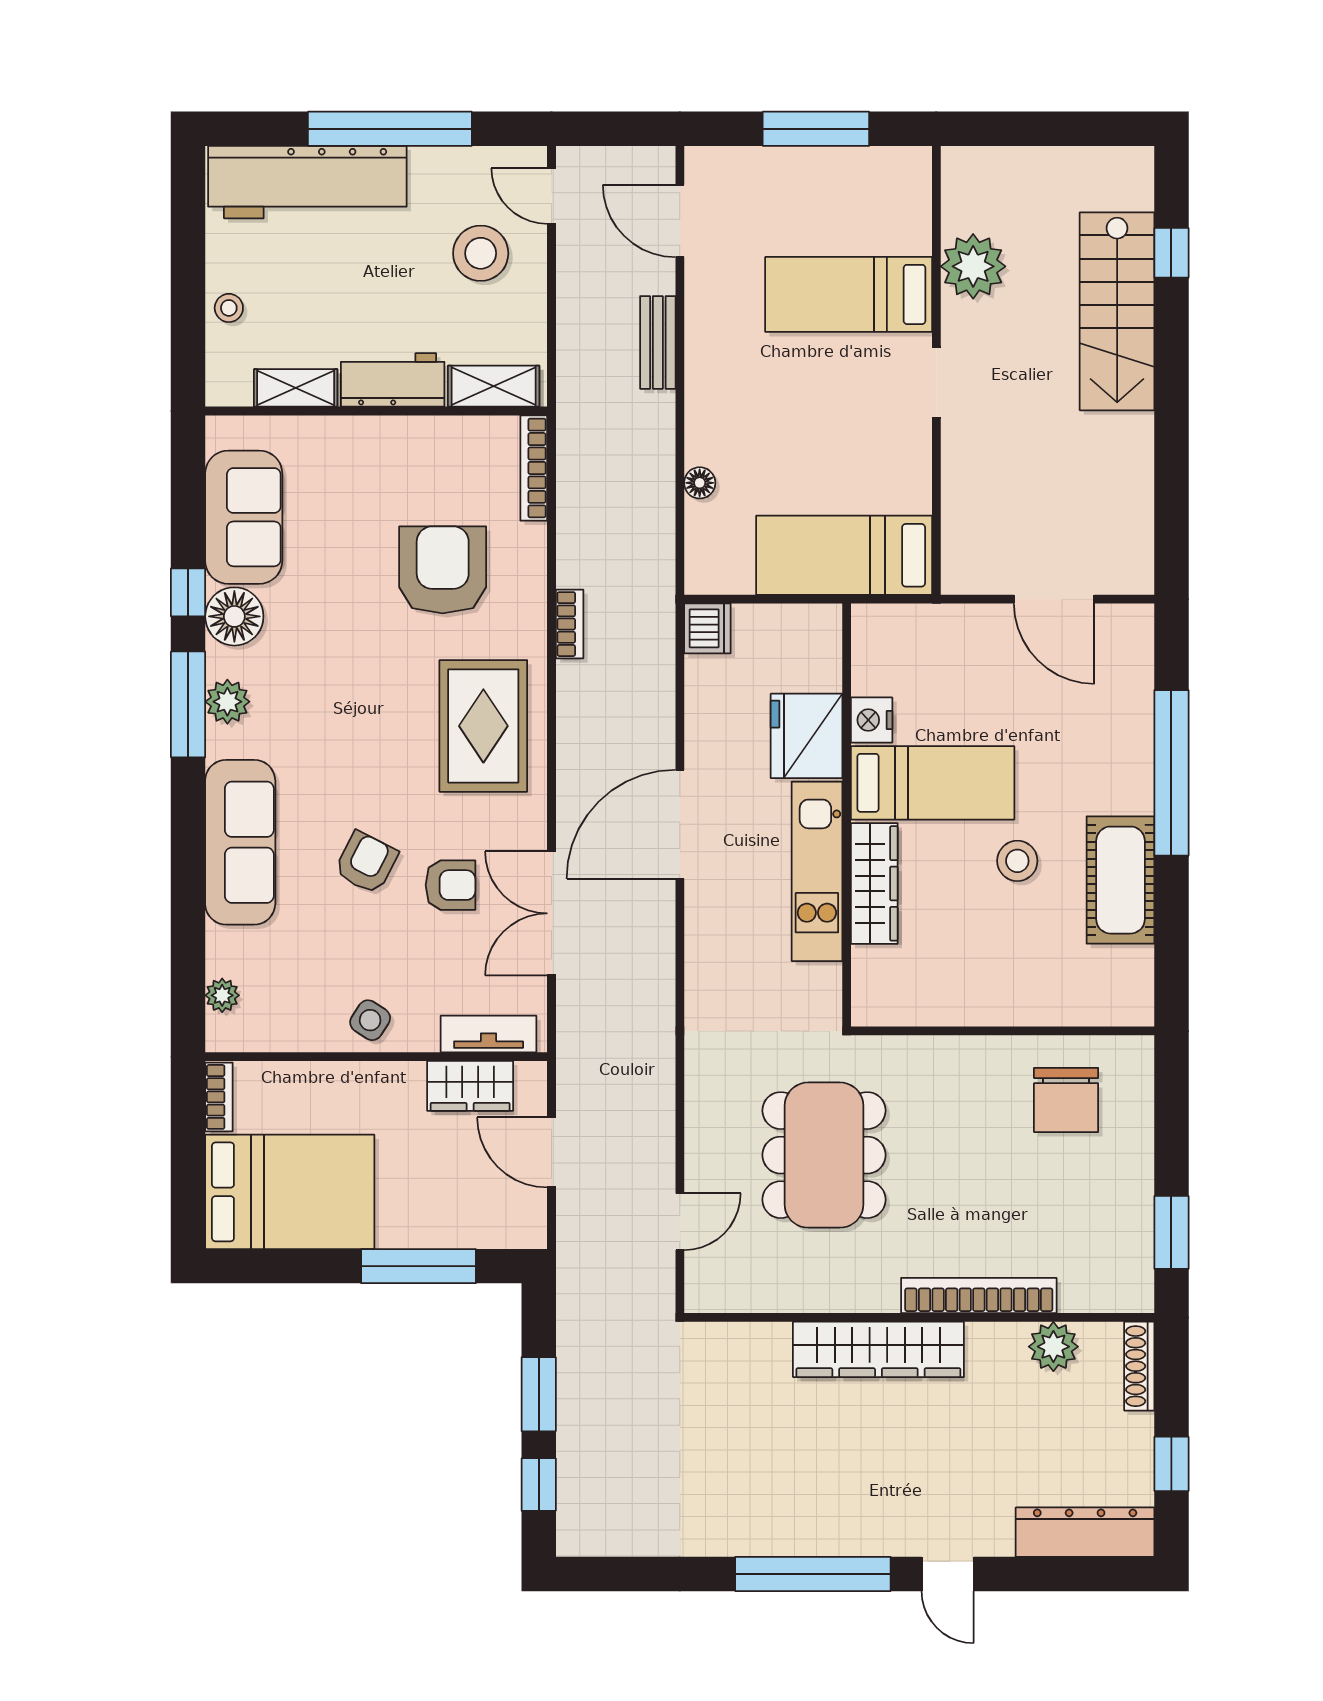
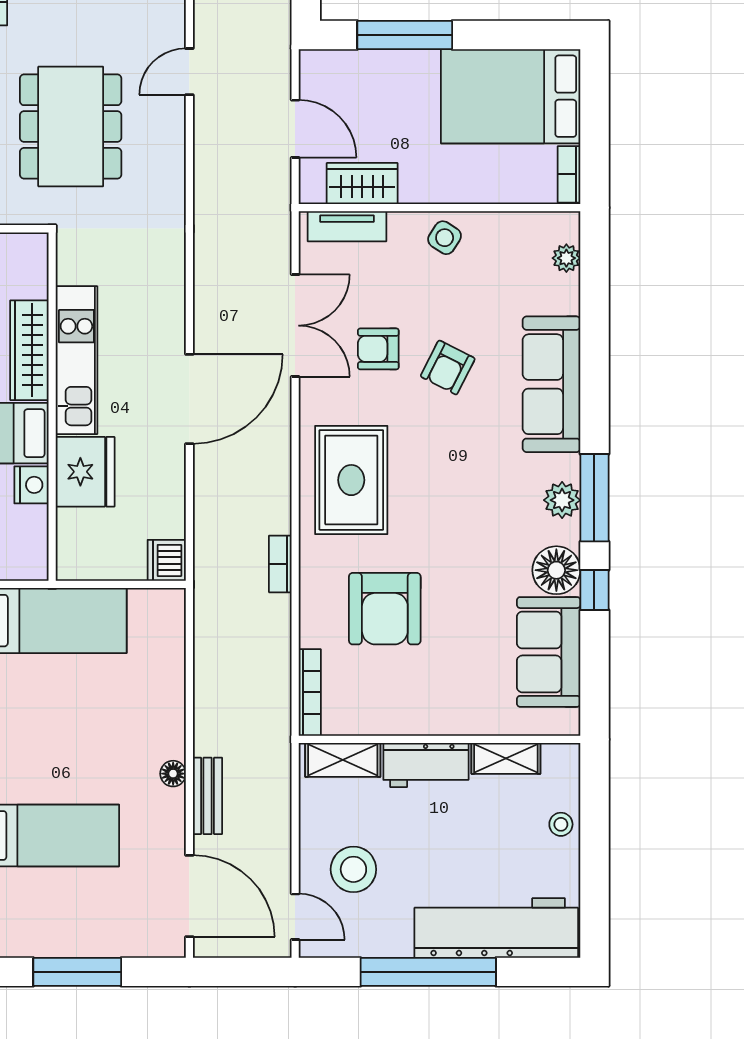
door: (680, 221) -> (189, 896), width x1.36
floor lamp: (700, 483) -> (173, 774), moved

